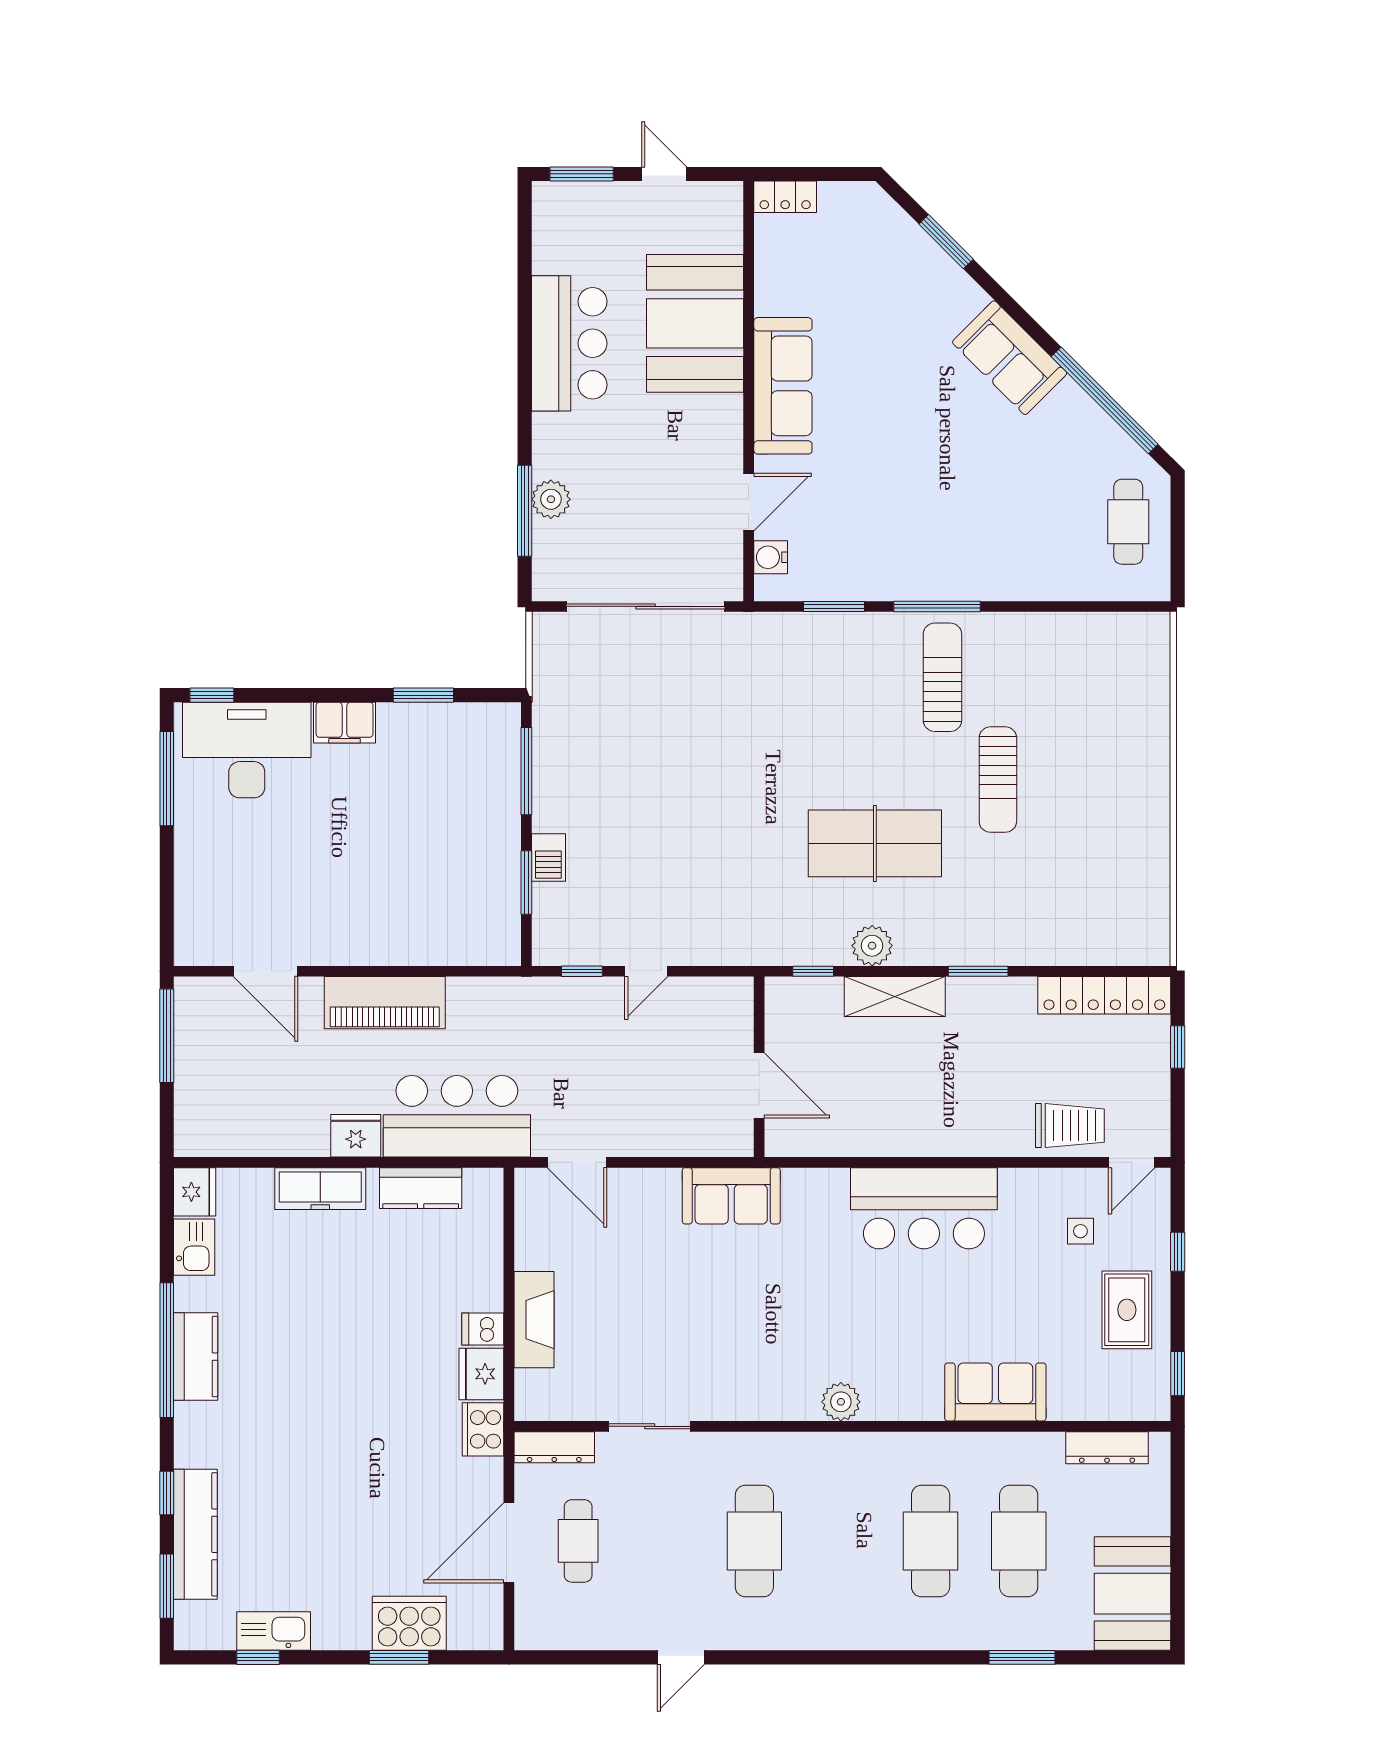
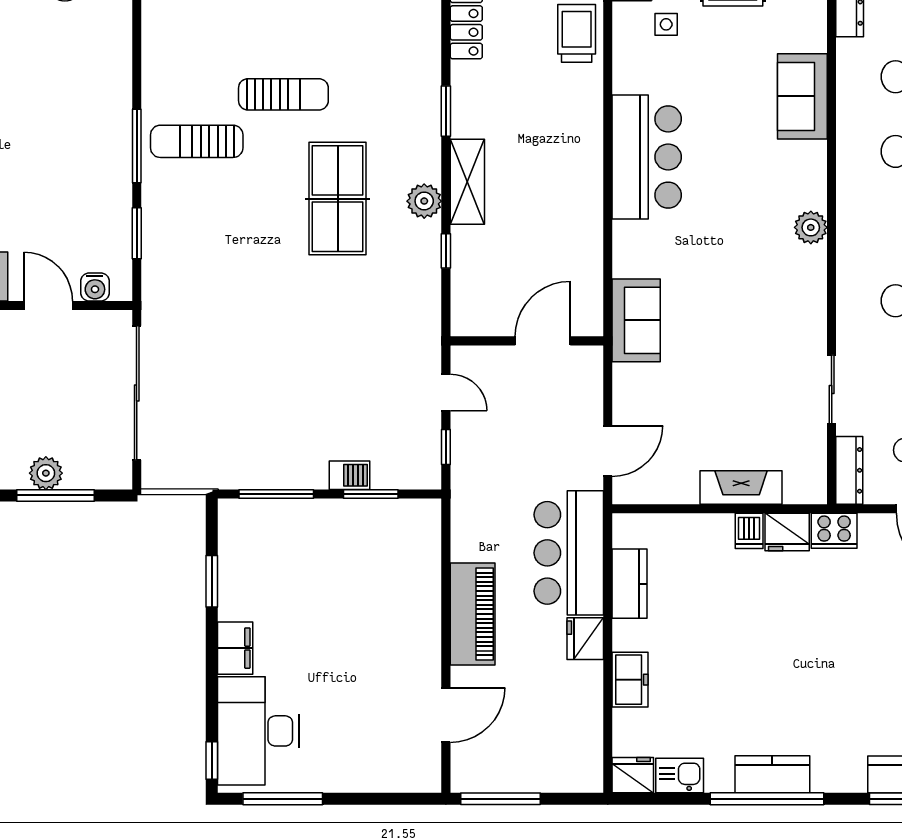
wall: (759, 1067) -> (527, 341), moved
door: (759, 1086) -> (543, 341), moved
freezer: (320, 1189) -> (630, 680), width x0.71

